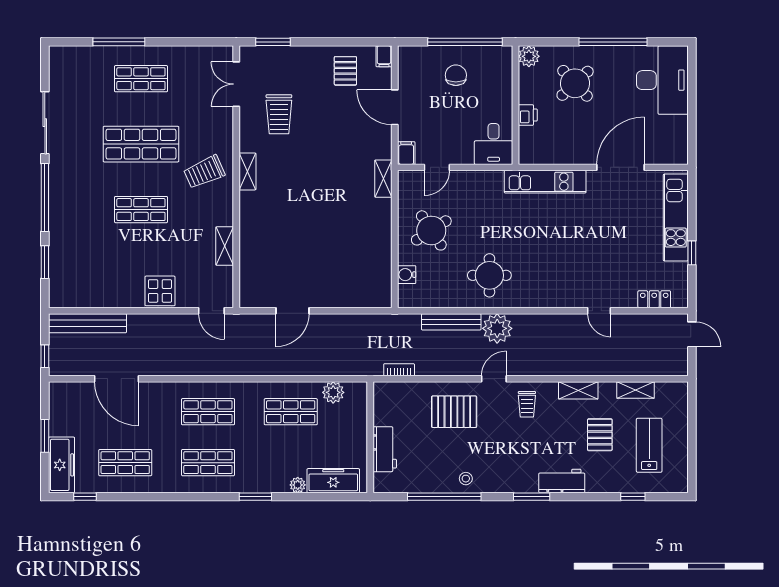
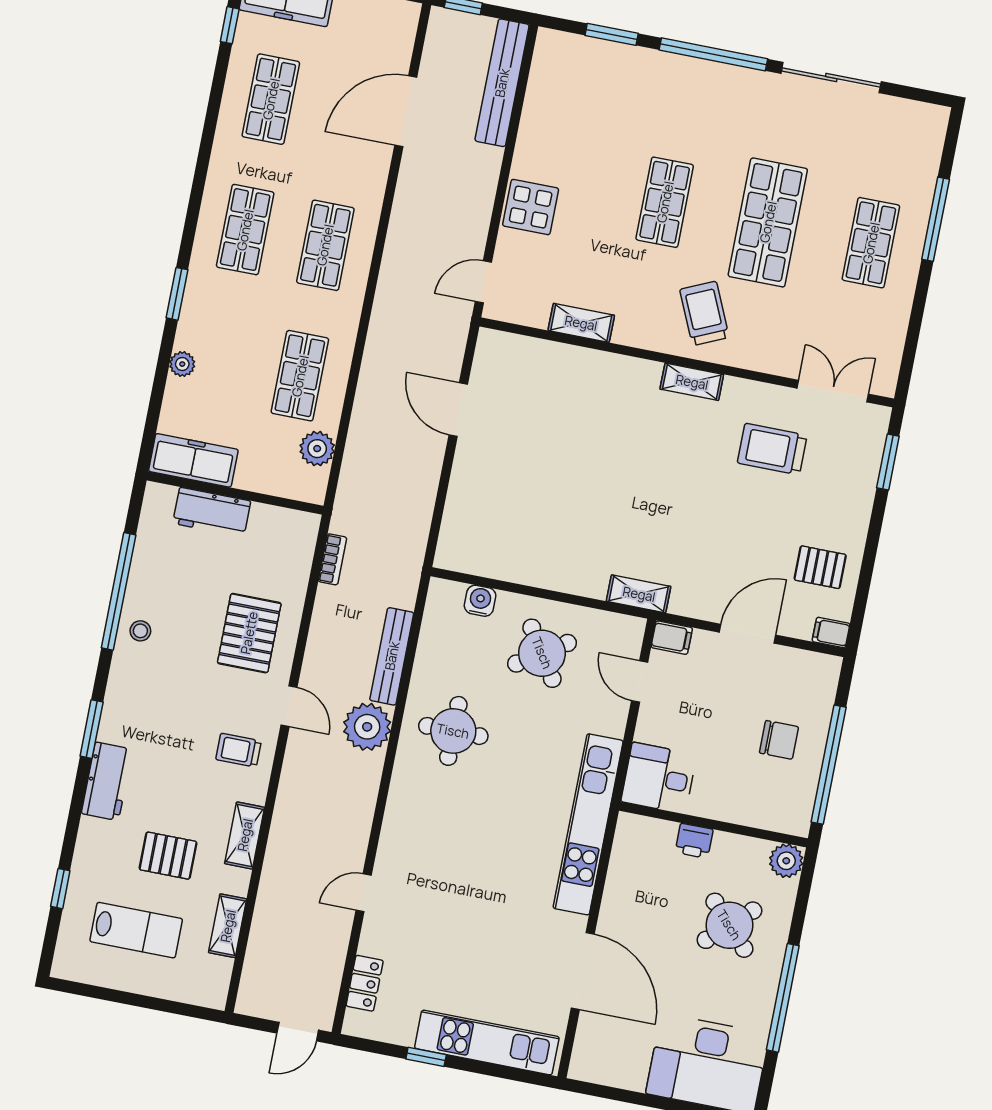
kitchen unit: (545, 182) -> (588, 824), width x1.36
freezer: (333, 481) -> (193, 460), moved, turned -90

